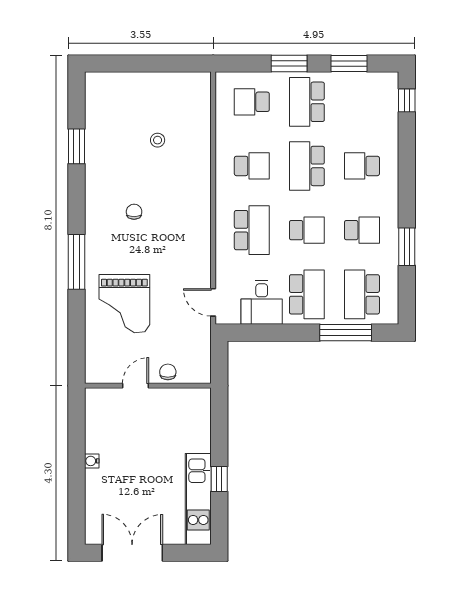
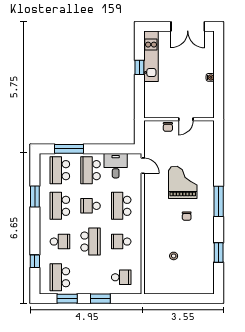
window: (407, 100) -> (35, 261), moved
school desk: (307, 102) -> (60, 277), moved, turned 180
school desk: (362, 230) -> (60, 206), width x1.85
window: (77, 262) -> (219, 201), moved
school desk: (362, 294) -> (60, 170), turned 180
grand piano: (124, 304) -> (183, 182), moved

